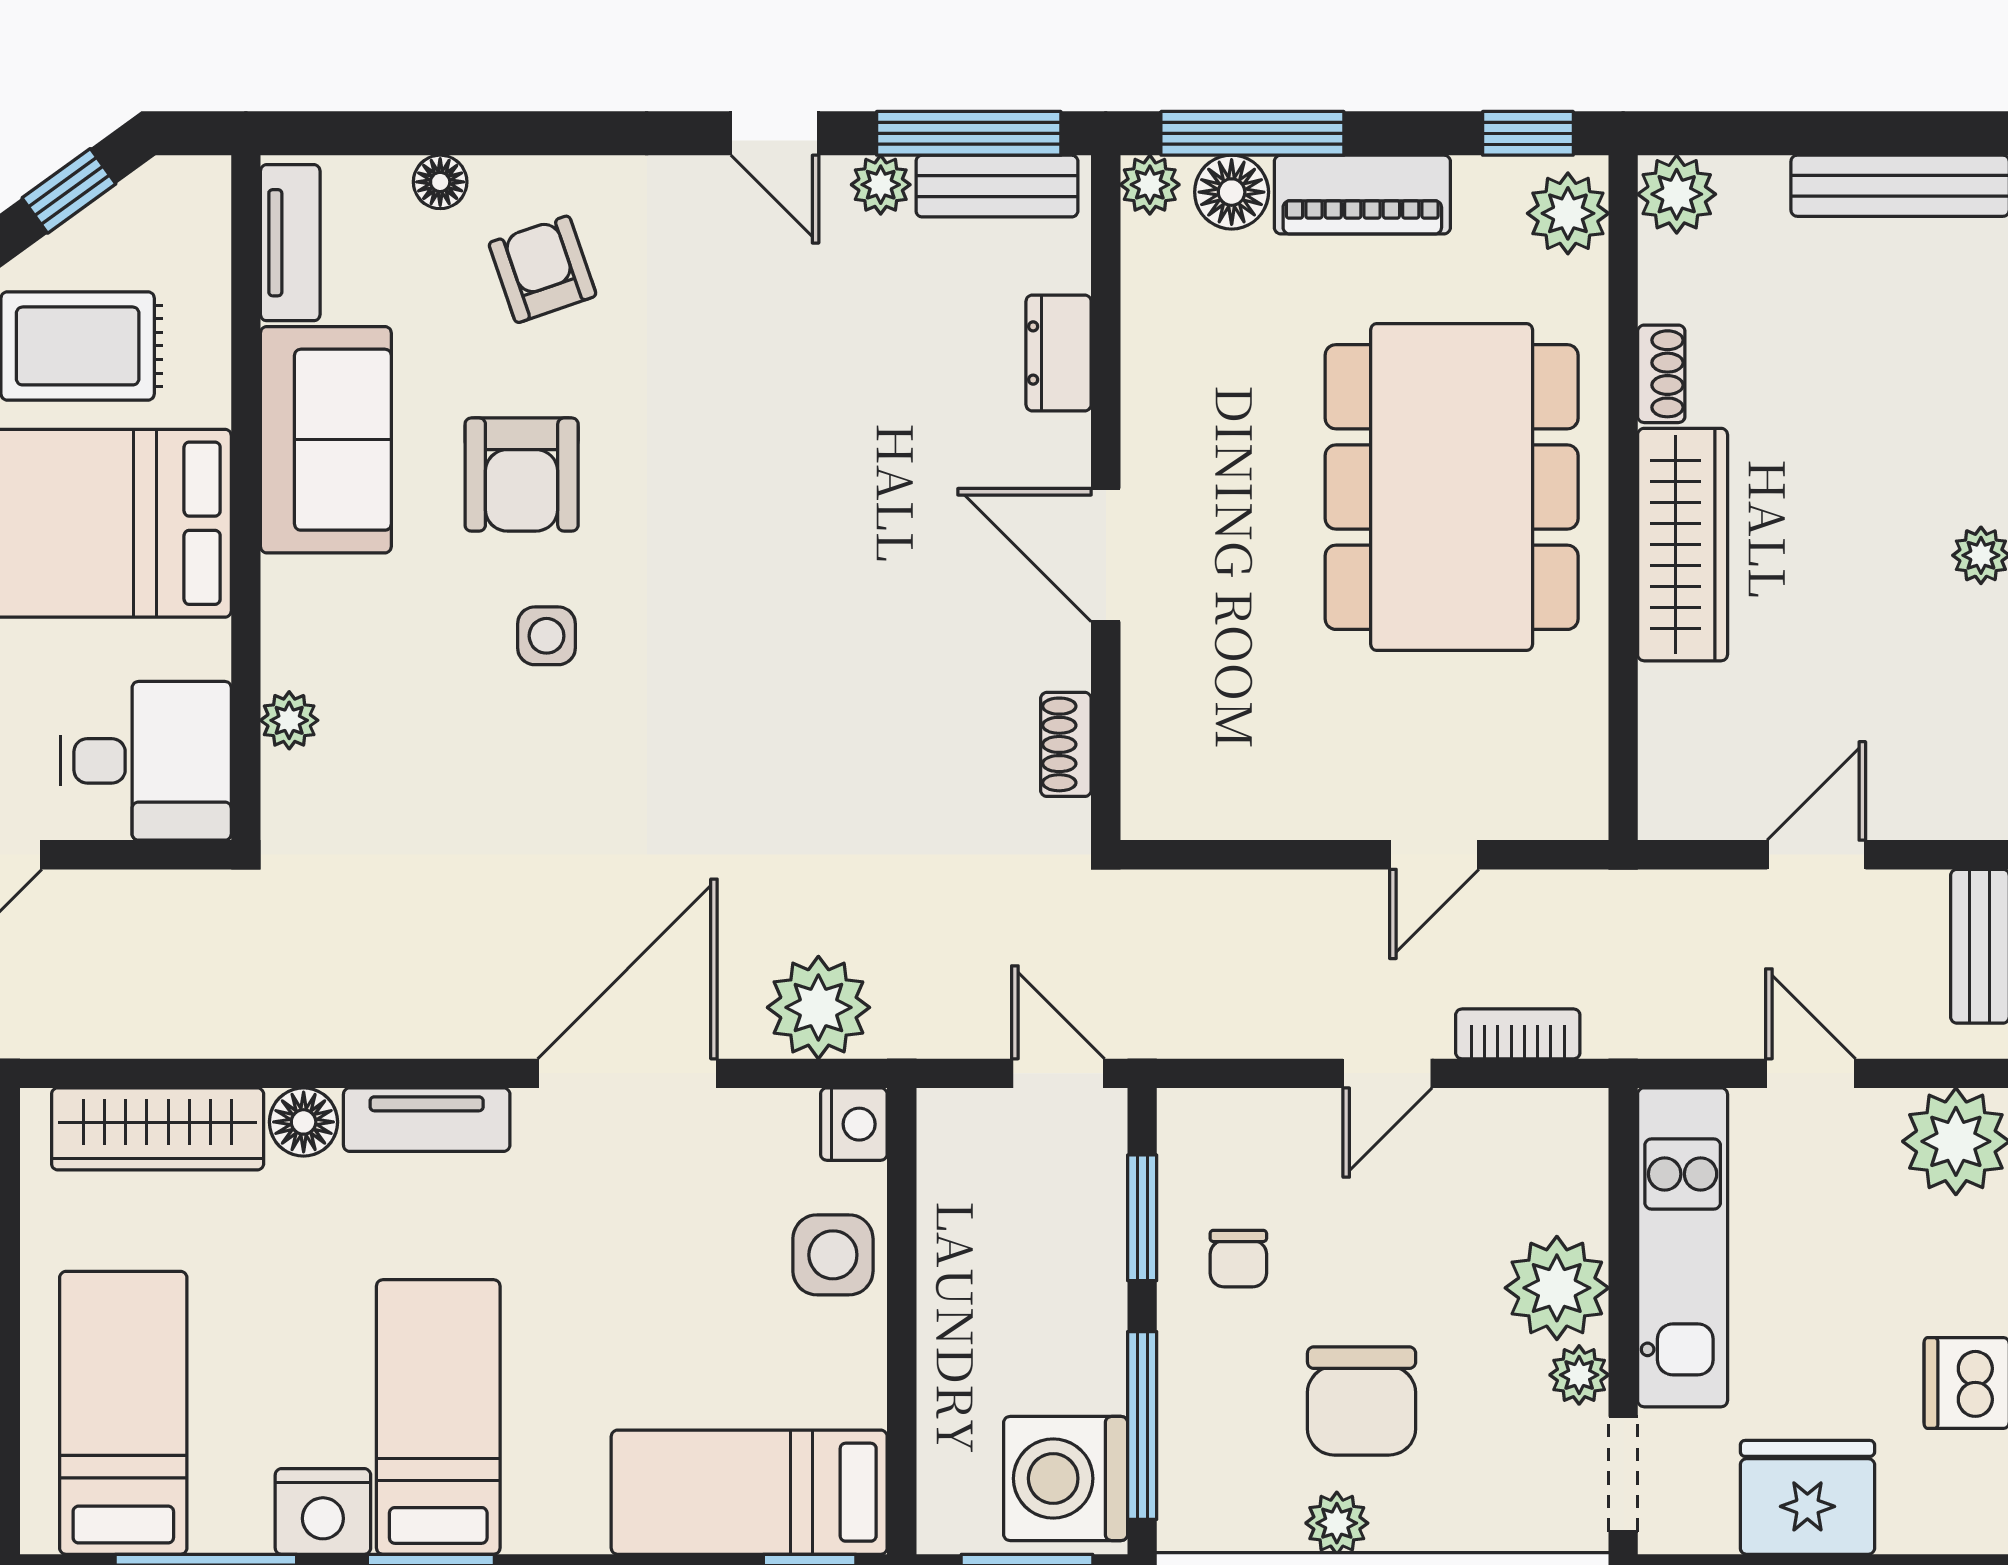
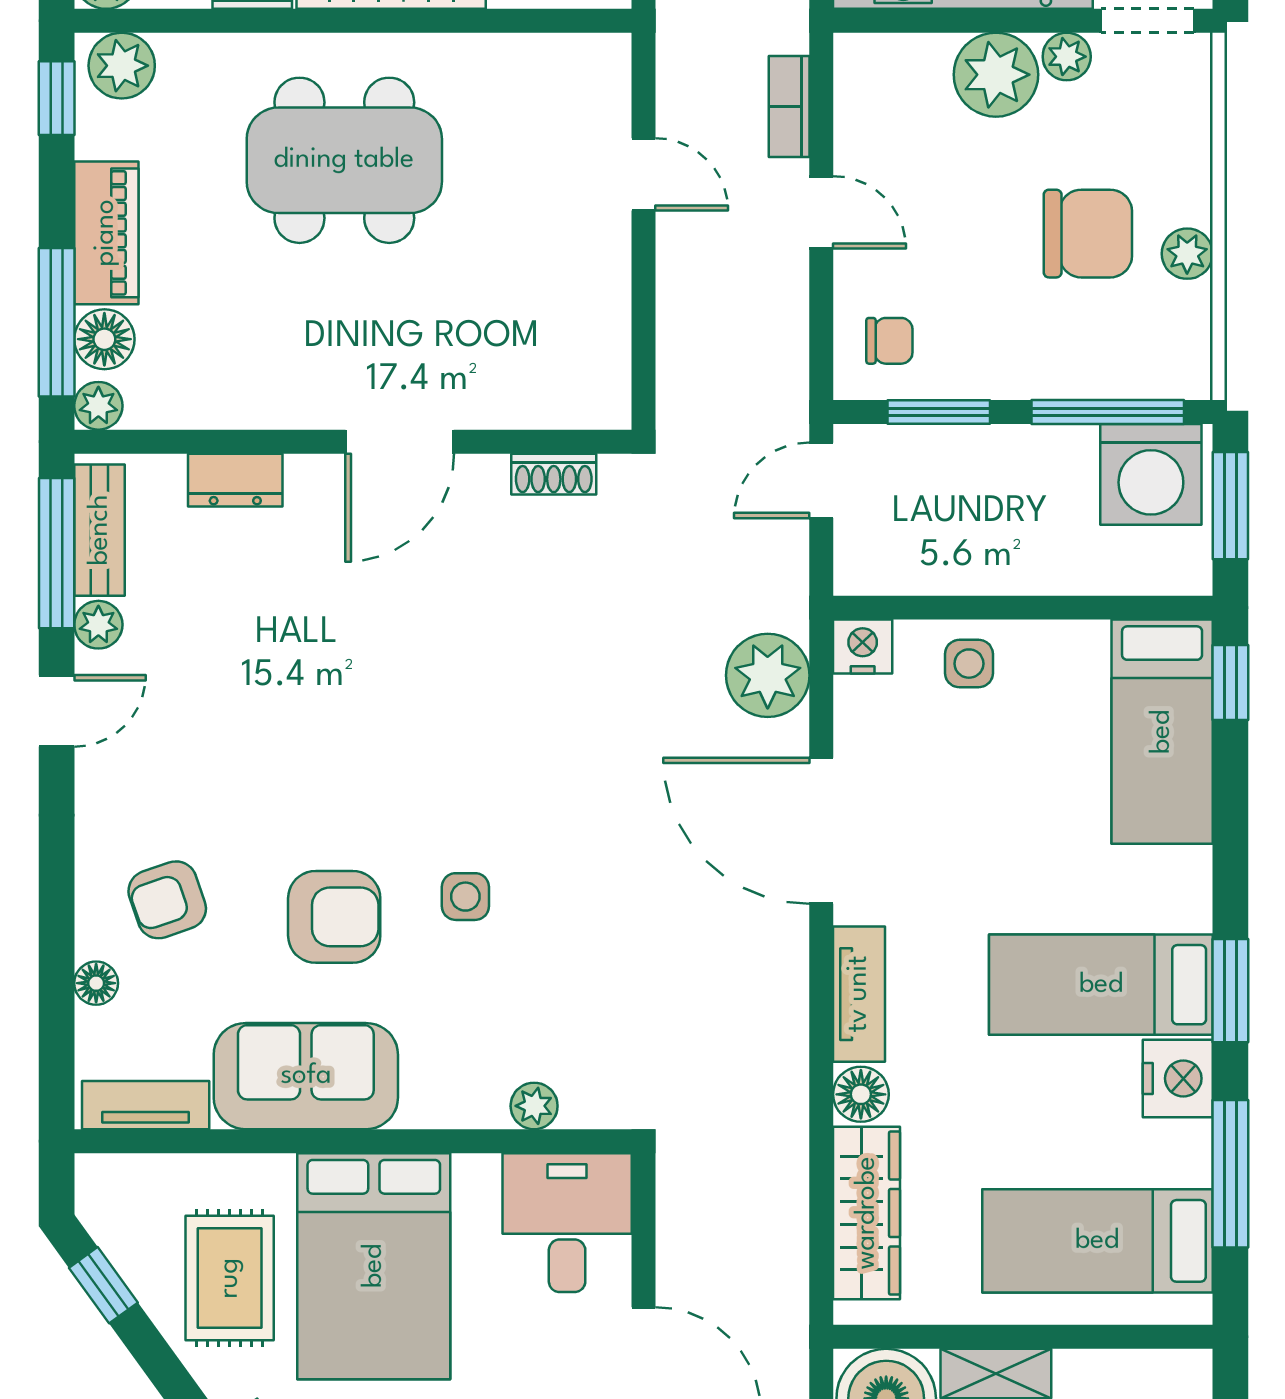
dining table: (1452, 487) -> (344, 160), width x0.73, depth x0.80
side table: (833, 1255) -> (969, 664), width x0.73, depth x0.73
chair: (1238, 1259) -> (889, 341), moved

